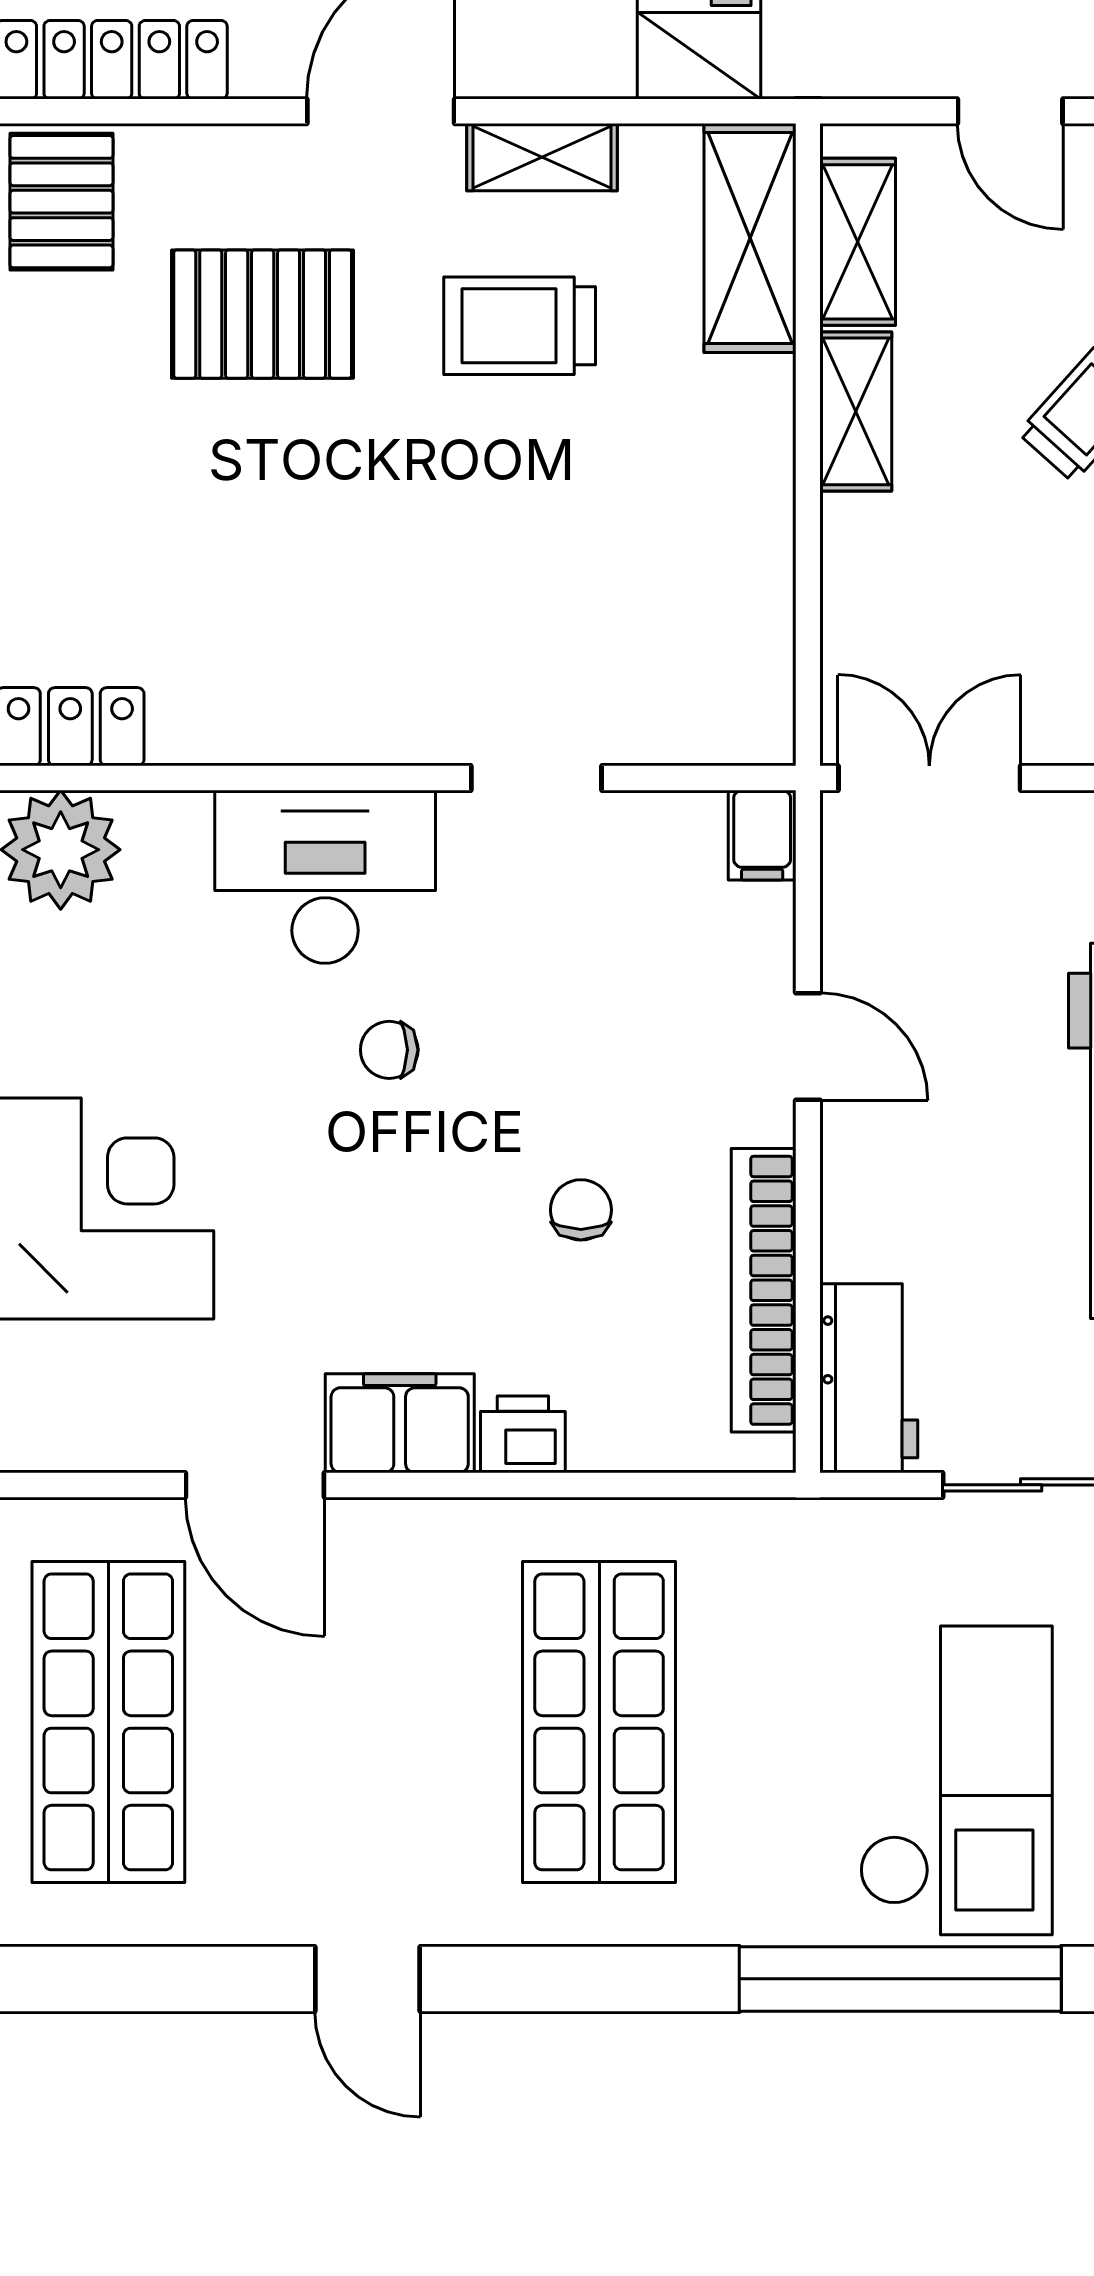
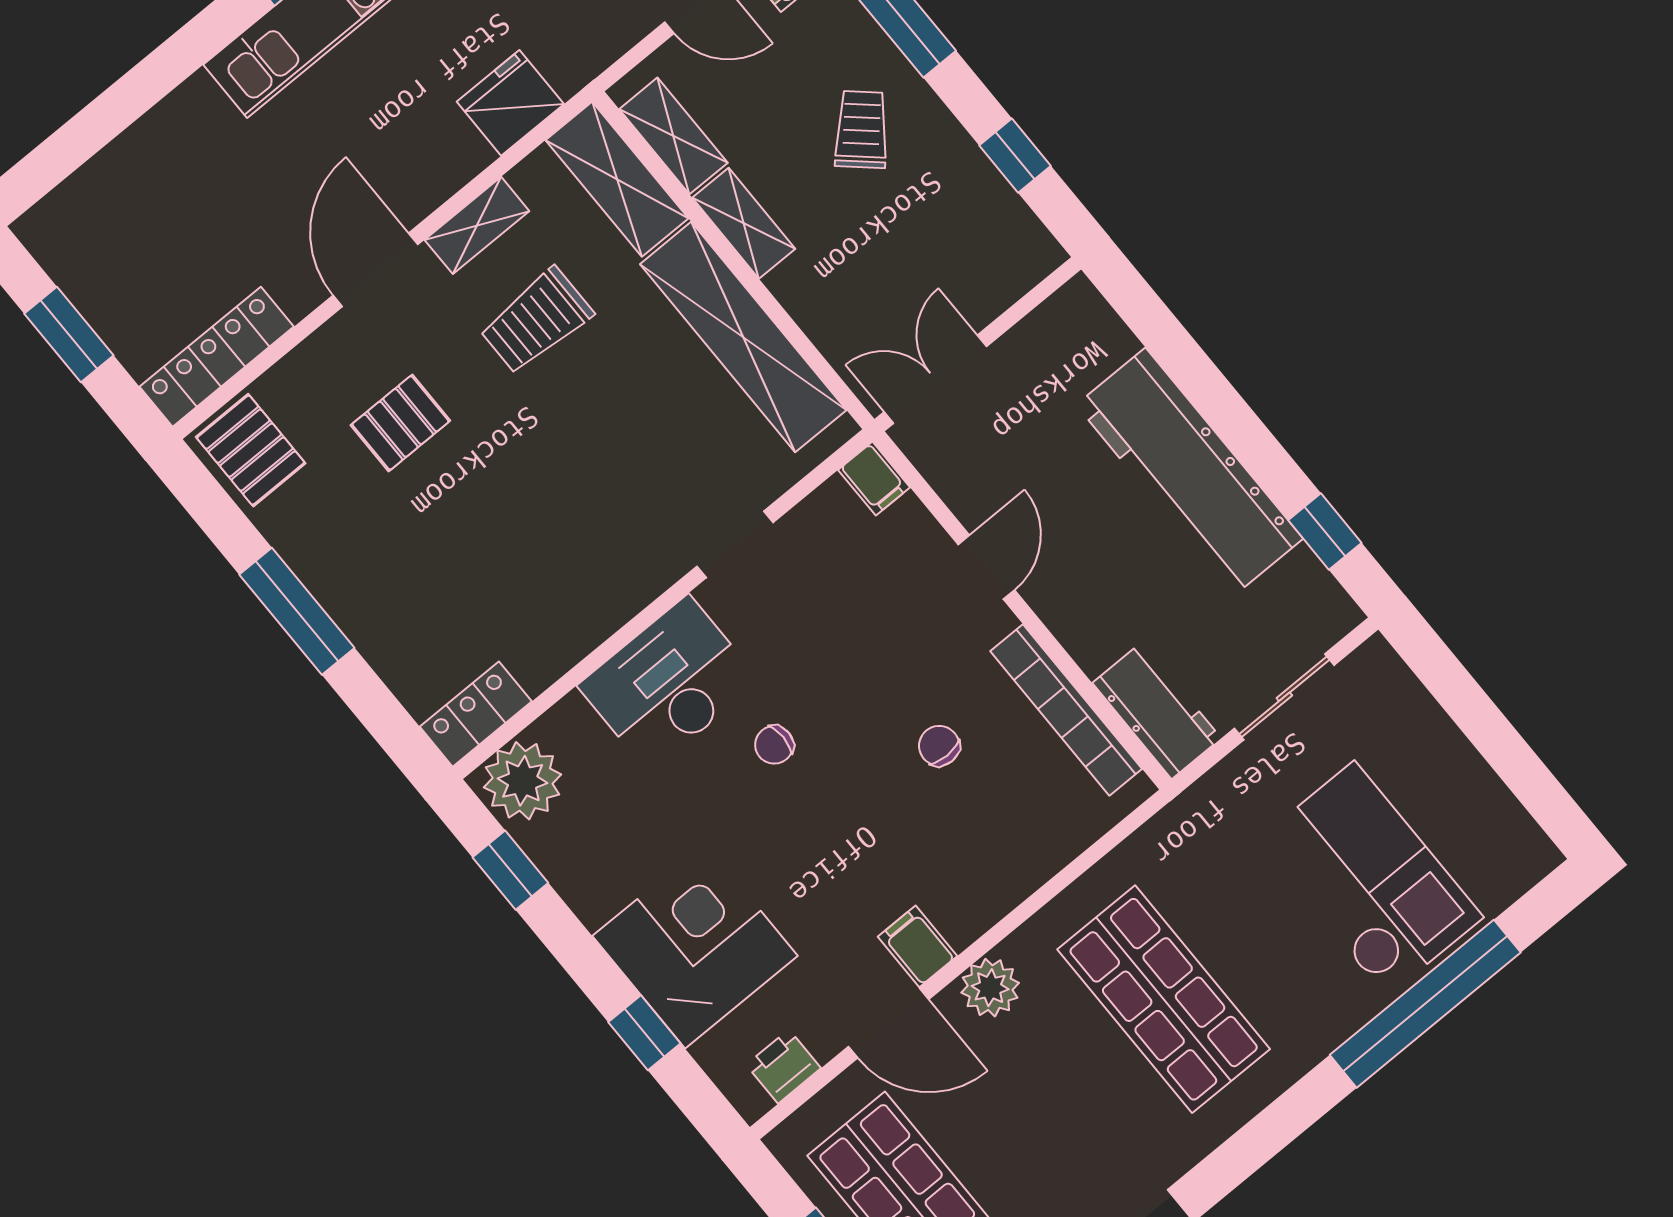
pallet: (263, 314) -> (400, 423), width x0.67, depth x0.71
shelving: (745, 544) -> (743, 337), added
door: (808, 1047) -> (986, 567), hinge flipped
filing cabinet: (400, 1423) -> (918, 946), width x0.50
printer: (523, 1434) -> (783, 1066), moved
plant: (408, 1541) -> (990, 988), added

